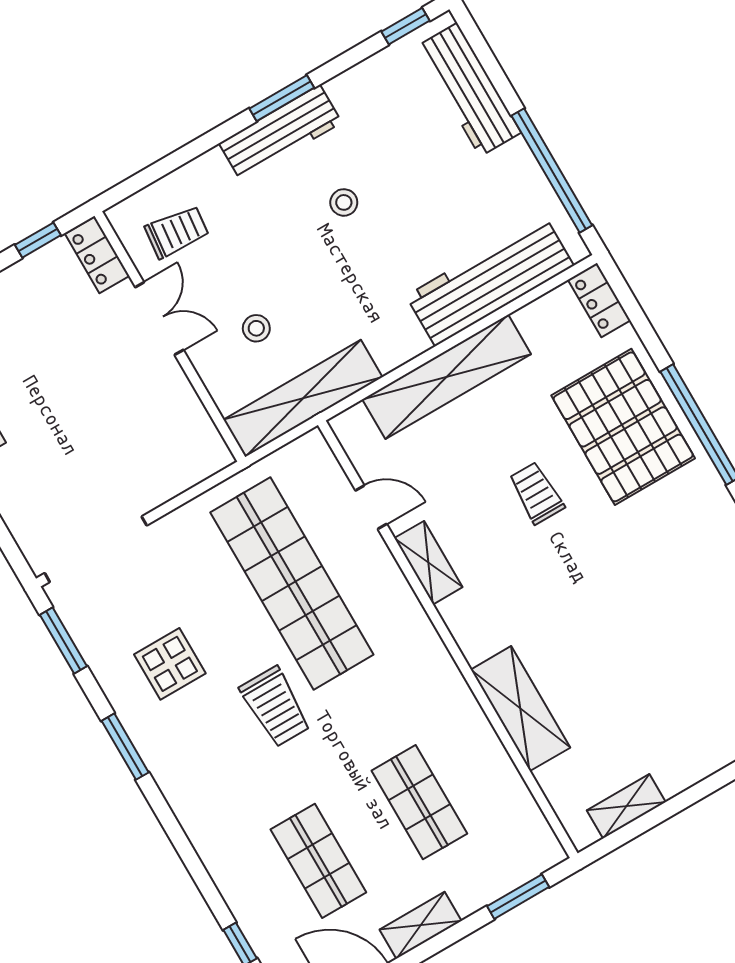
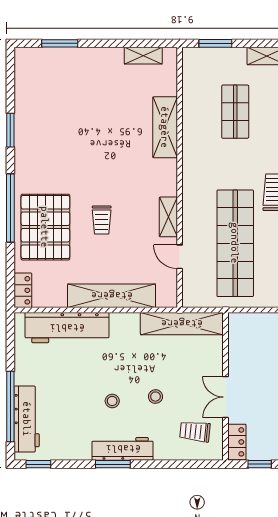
window: (552, 171) -> (10, 406), moved
stool: (256, 328) -> (155, 397), moved

